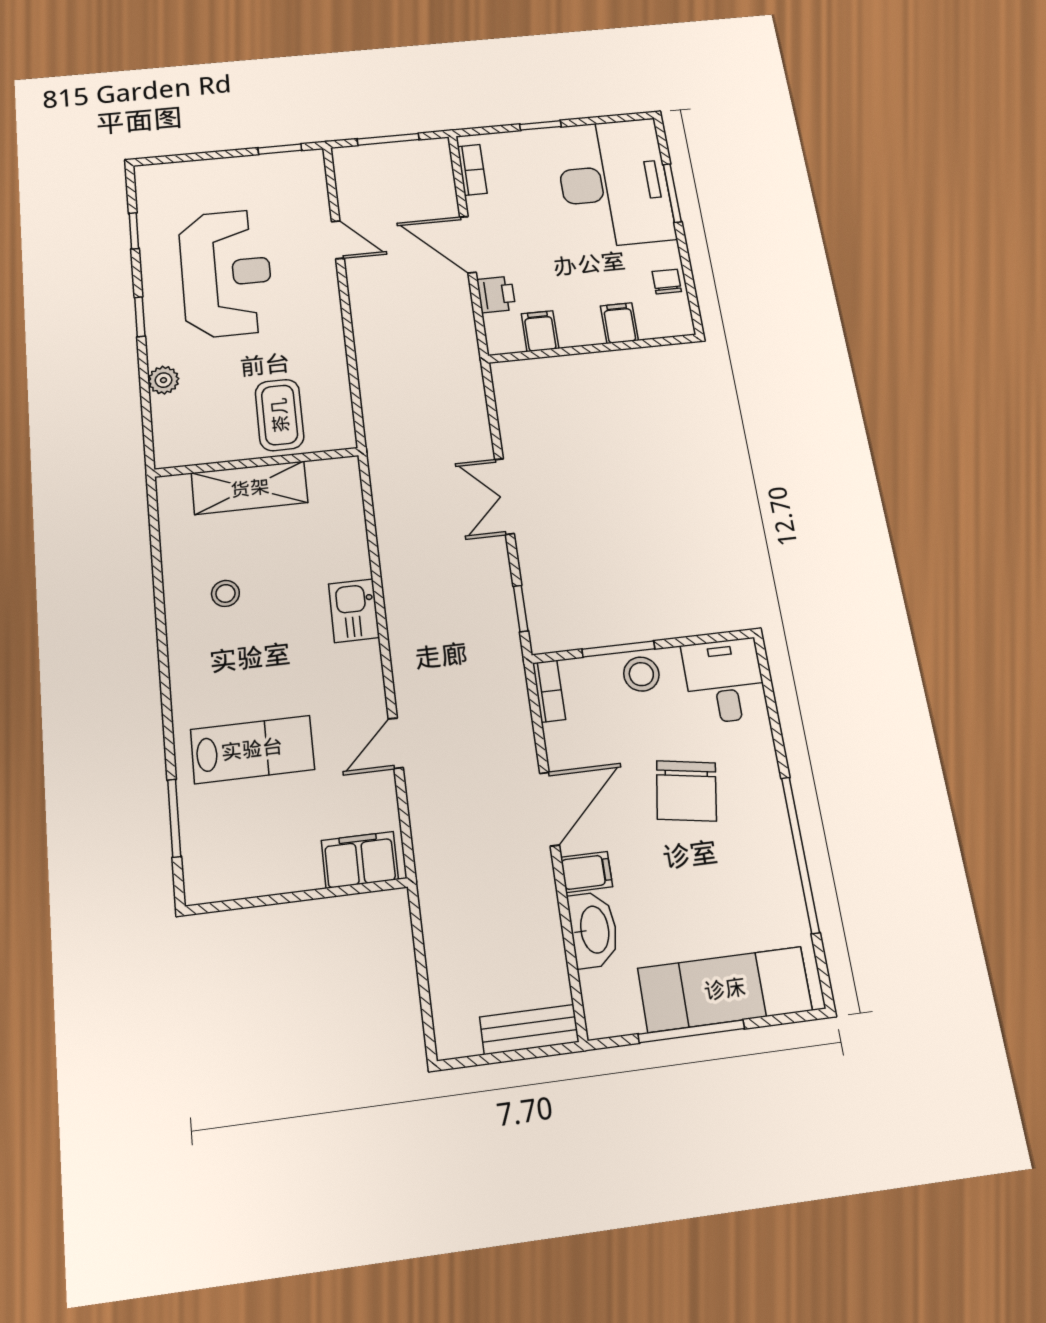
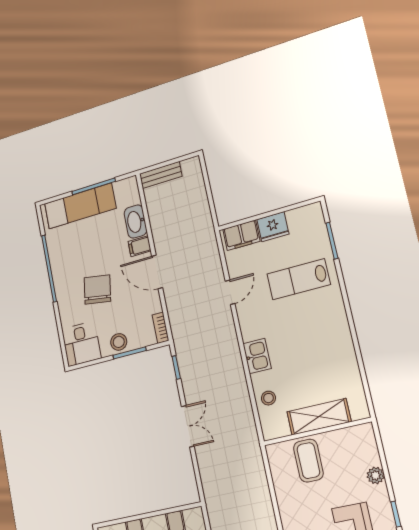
stool: (225, 593) -> (268, 398), moved
door: (550, 809) -> (157, 272), hinge flipped
fridge: (291, 867) -> (273, 227), added

